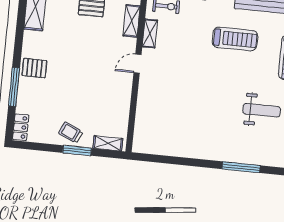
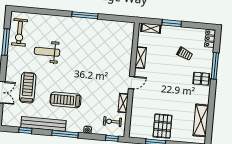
shelving: (132, 21) -> (141, 58), moved
trolley: (71, 133) -> (185, 54), moved
window: (241, 167) -> (85, 15), moved

